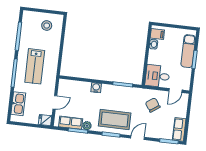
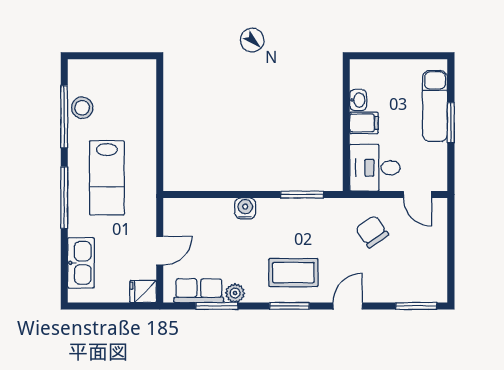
stool: (47, 26) -> (82, 108), moved
filing cabinet: (157, 34) -> (364, 123), moved
door: (175, 91) -> (418, 194), hinge flipped
coffee table: (115, 119) -> (293, 273), width x0.73, depth x0.76
row of seats: (179, 129) -> (436, 278), removed

